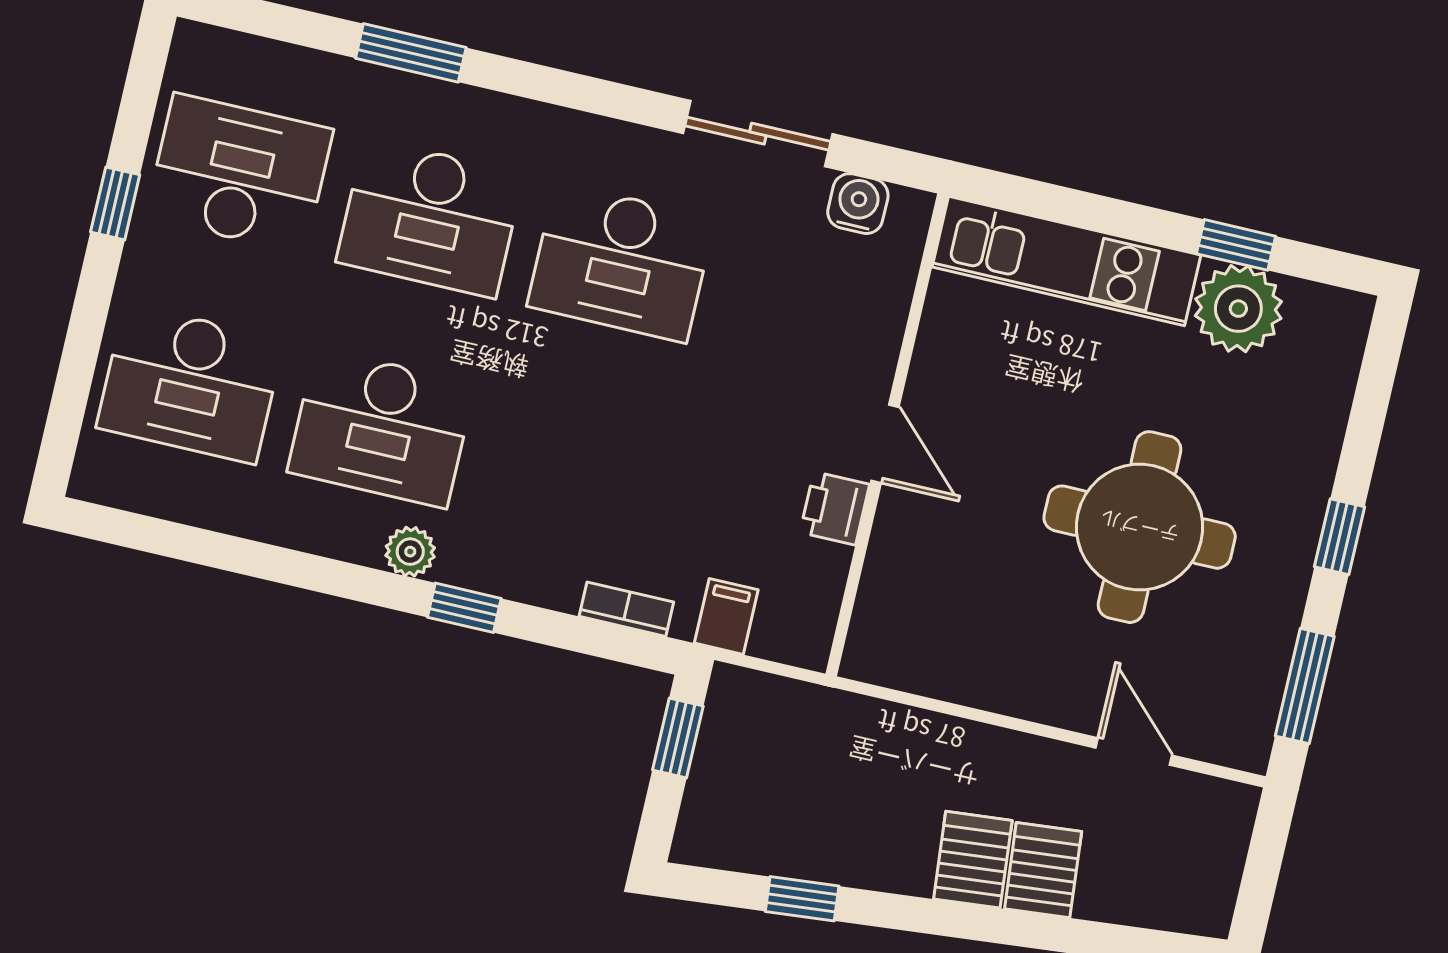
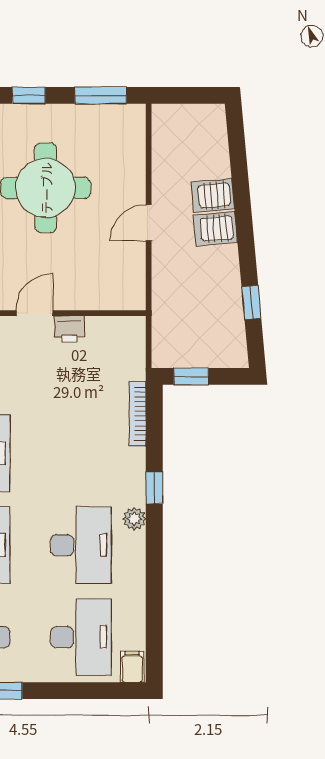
bookcase: (626, 609) -> (138, 414), width x1.56
filing cabinet: (726, 616) -> (132, 667), moved, turned 90
door: (1134, 752) -> (149, 223), moved

